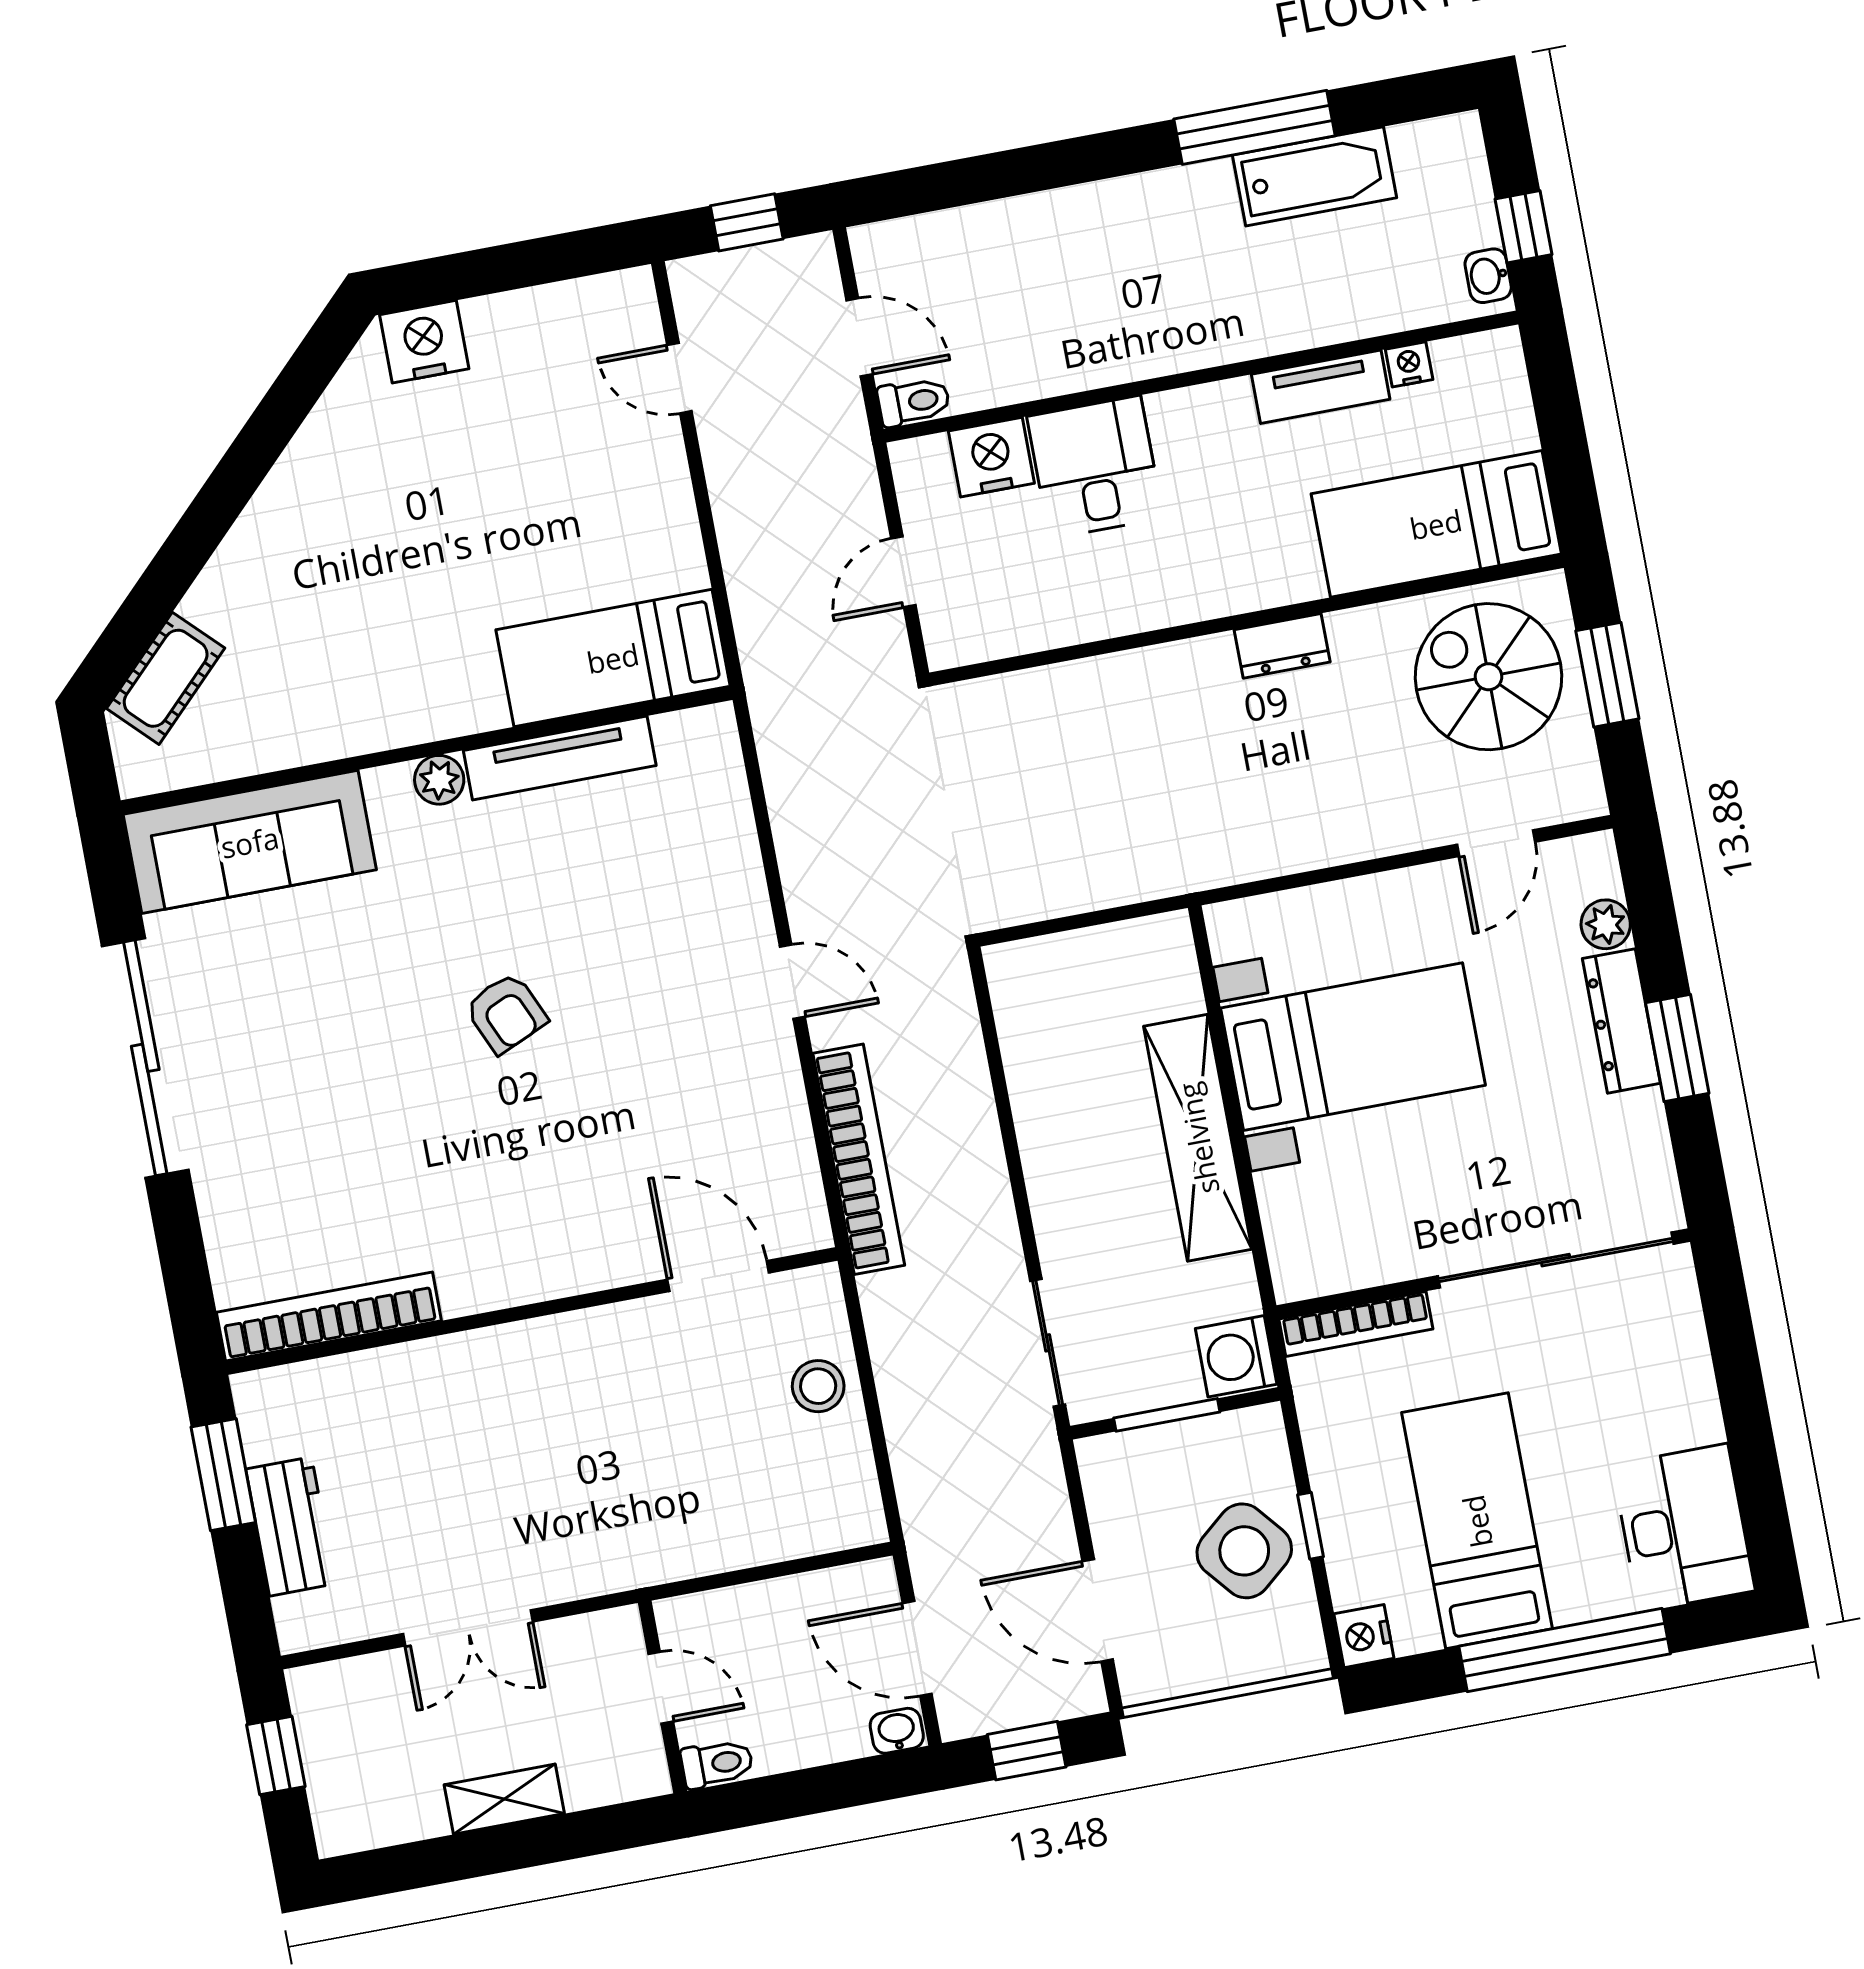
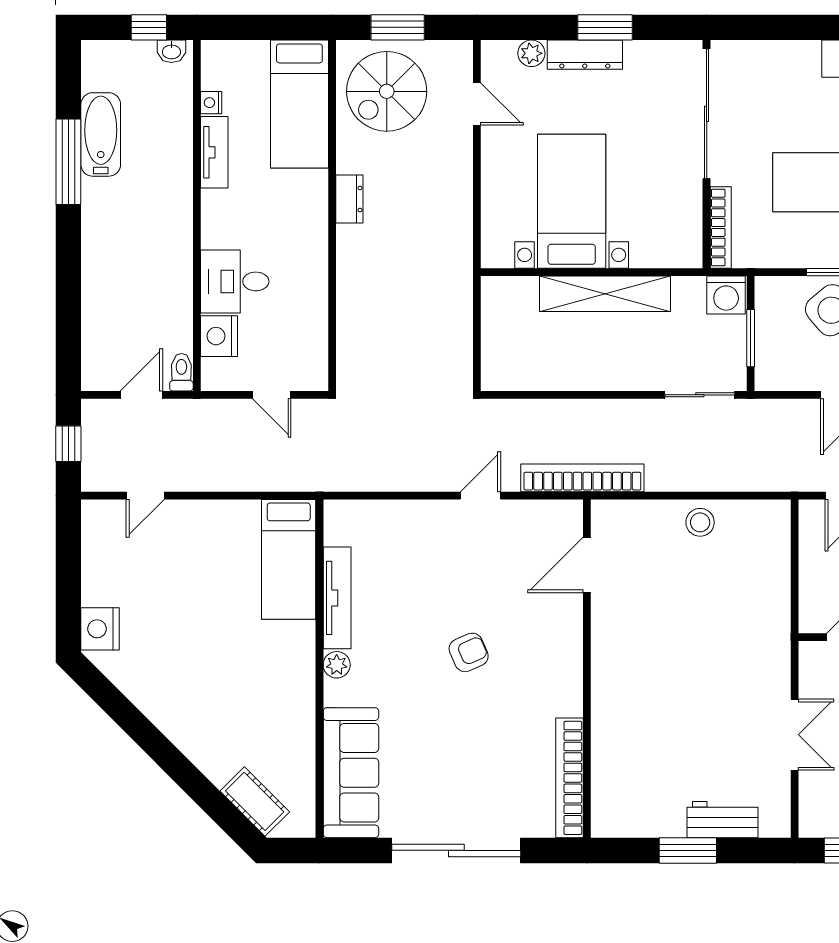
door: (718, 1276) -> (587, 565), moved
wall: (532, 1311) -> (587, 669), moved
bookcase: (329, 1317) -> (570, 778), moved

